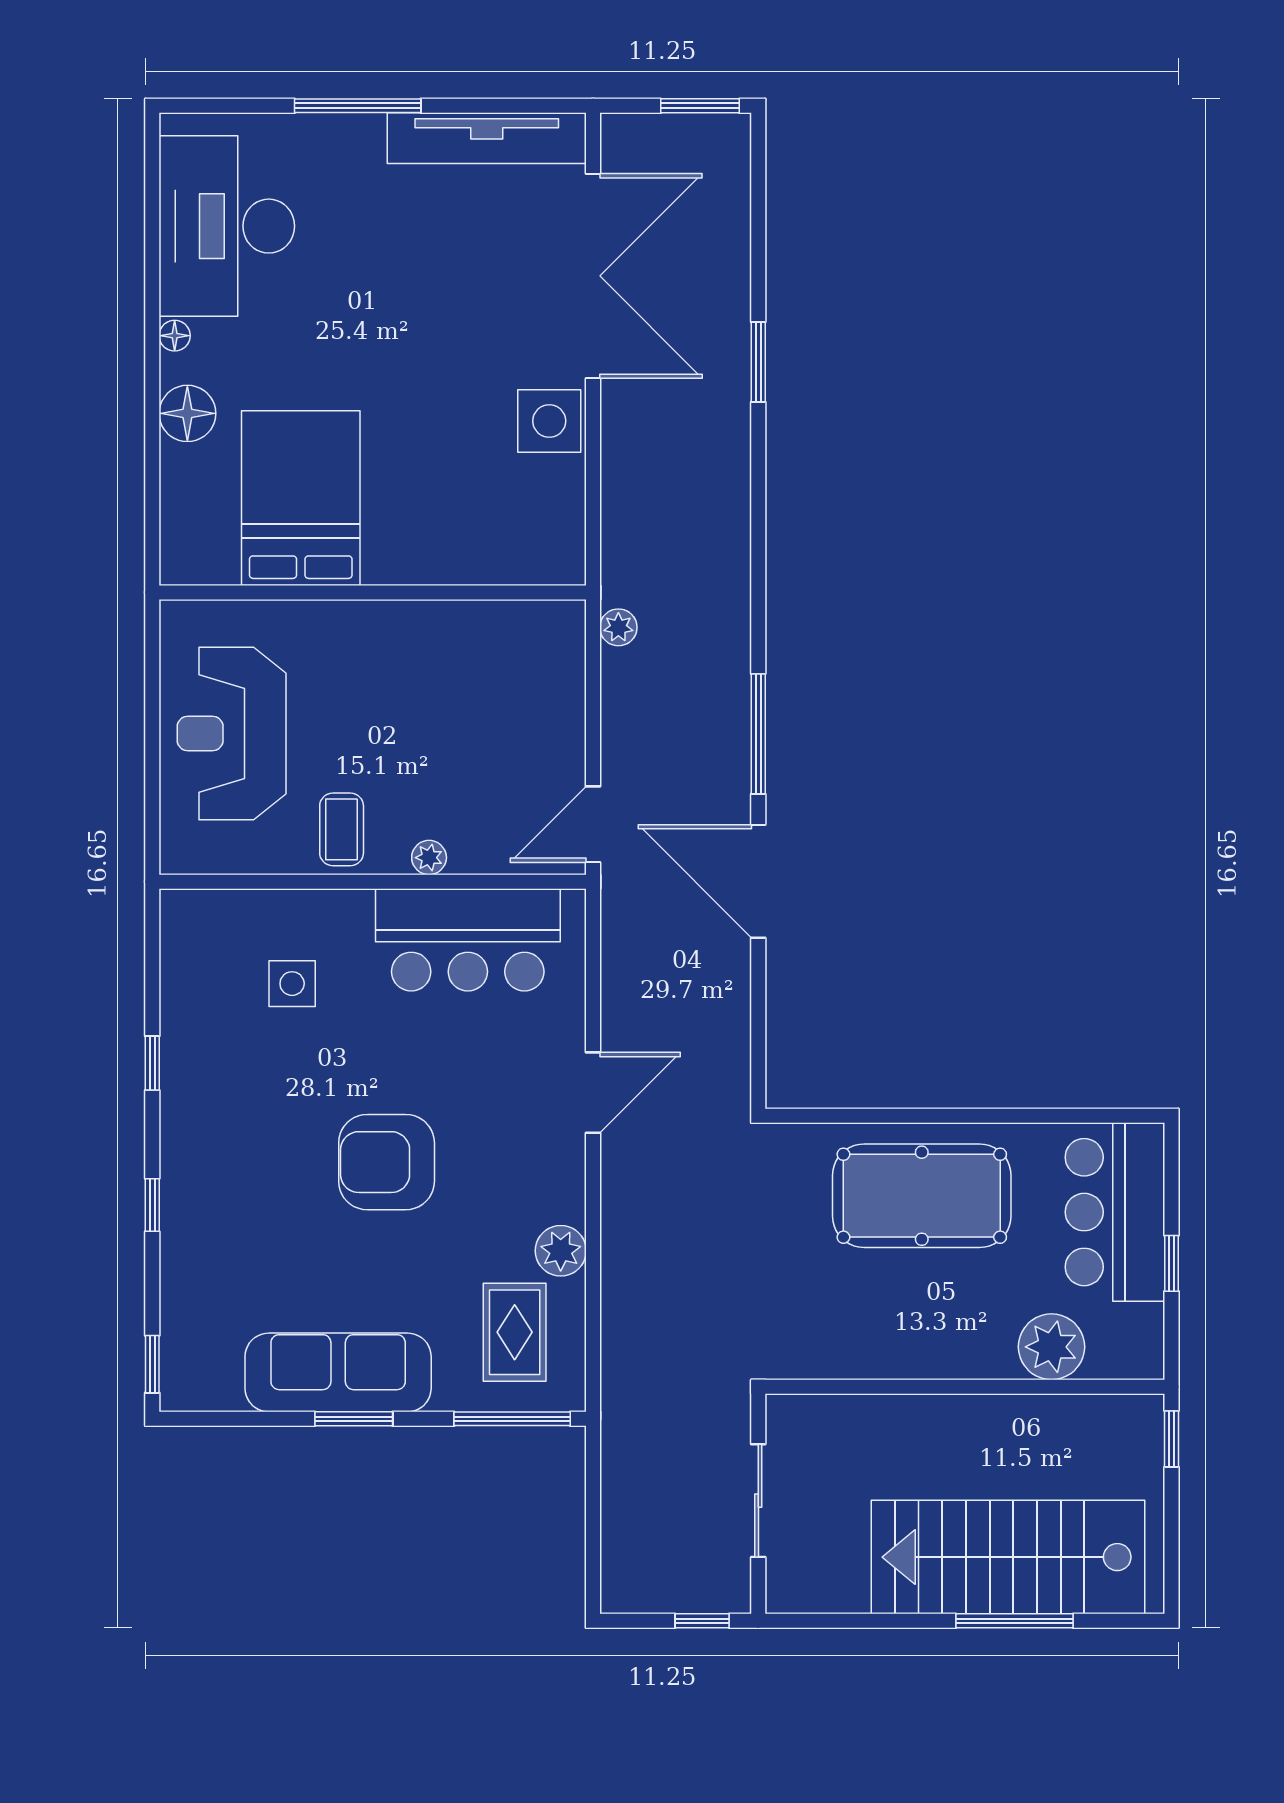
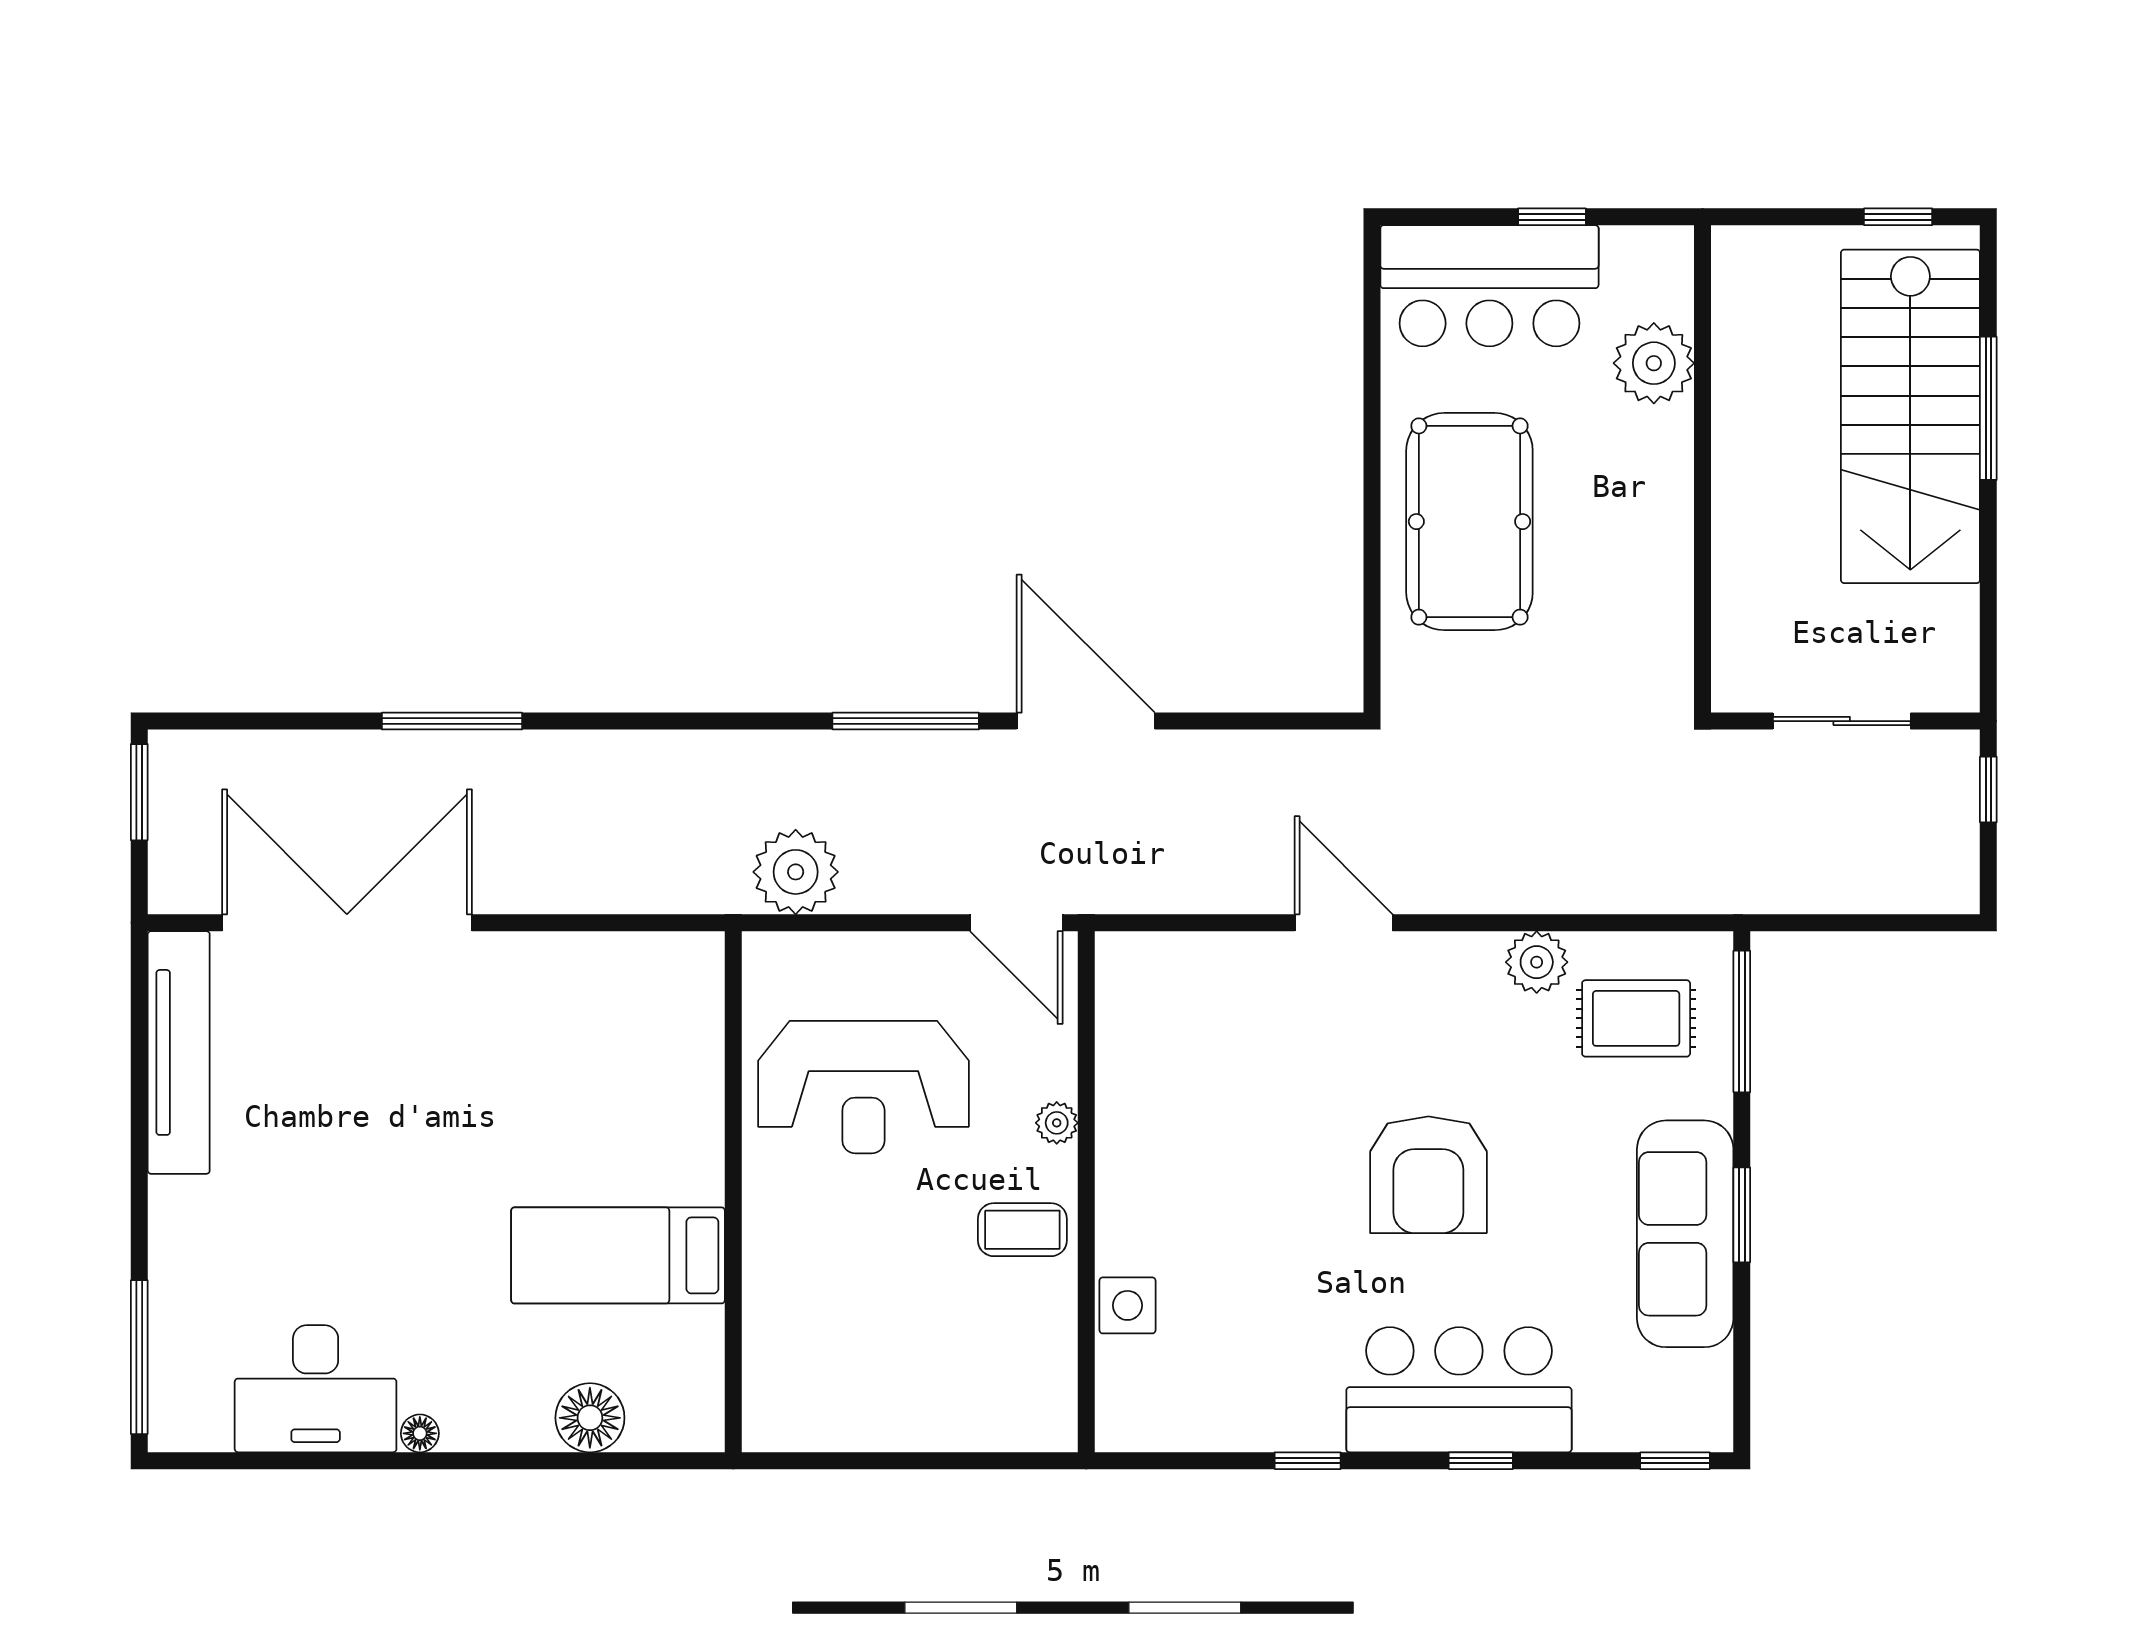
window: (358, 106) -> (139, 1357), moved
desk: (227, 226) -> (316, 1389), width x0.73, depth x0.77
window: (758, 362) -> (452, 721), width x1.44
floor lamp: (187, 413) -> (590, 1418), moved
side table: (549, 421) -> (524, 976), removed
bed: (301, 498) -> (618, 1255), width x0.67
plant: (618, 627) -> (796, 872), width x1.87, depth x1.87
reception desk: (232, 733) -> (863, 1087), moved
door: (758, 881) -> (1086, 721), swing flipped
bar counter: (468, 940) -> (1459, 1390), moved, turned -90
side table: (292, 984) -> (1127, 1305), moved
window: (1171, 1439) -> (1898, 217), moved

